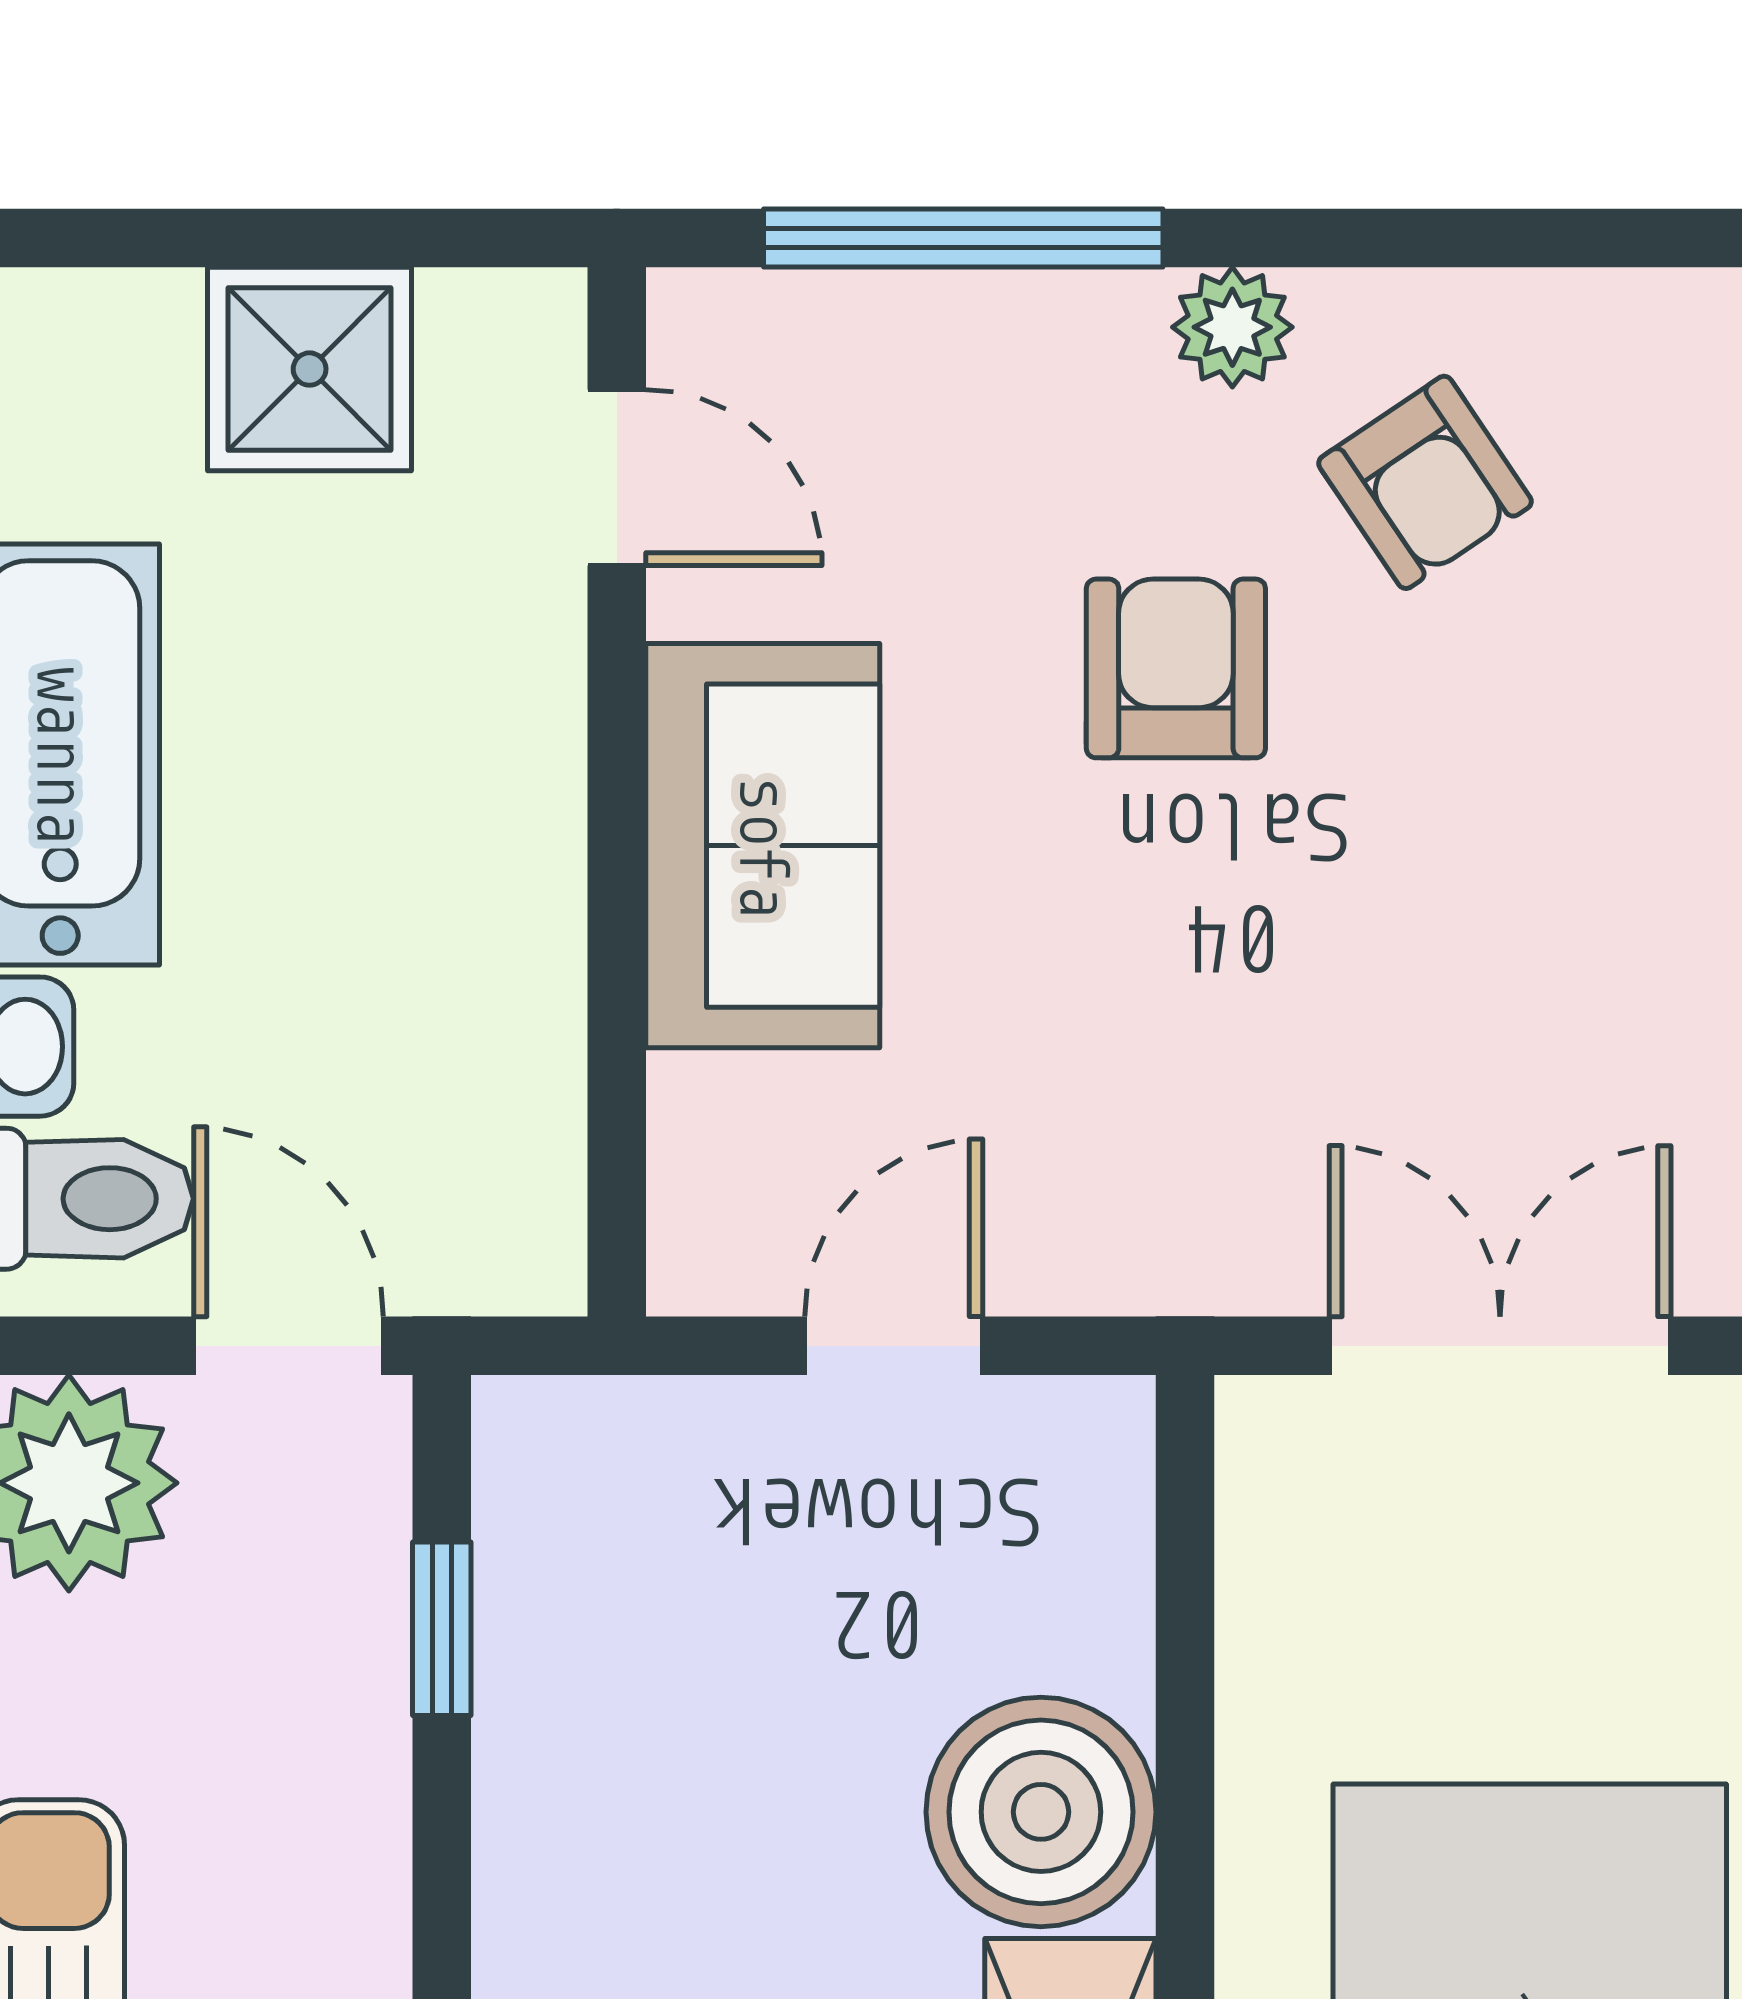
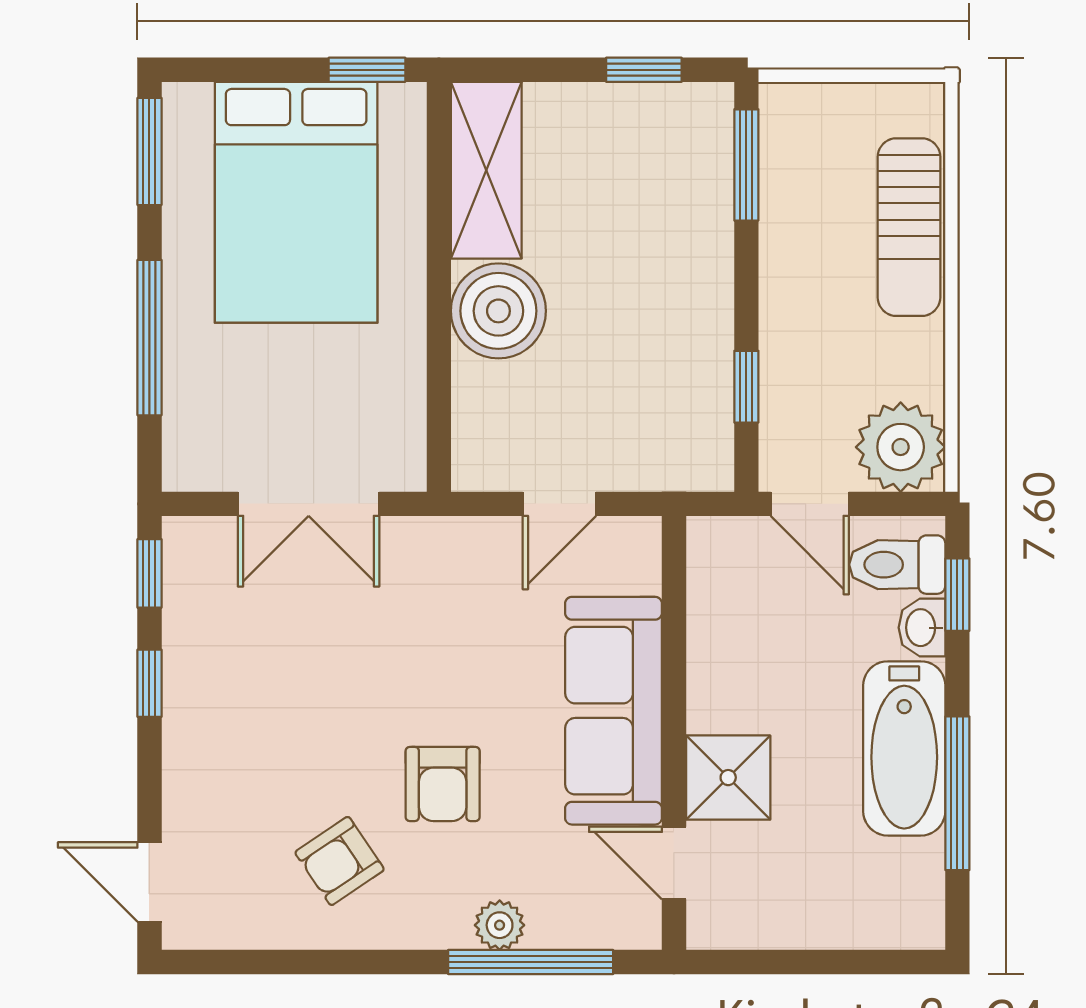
plant: (1232, 327) -> (500, 925), moved
shower: (310, 369) -> (728, 778), moved
armchair: (1425, 482) -> (340, 861), turned -90
sofa: (763, 846) -> (614, 711), width x1.36

